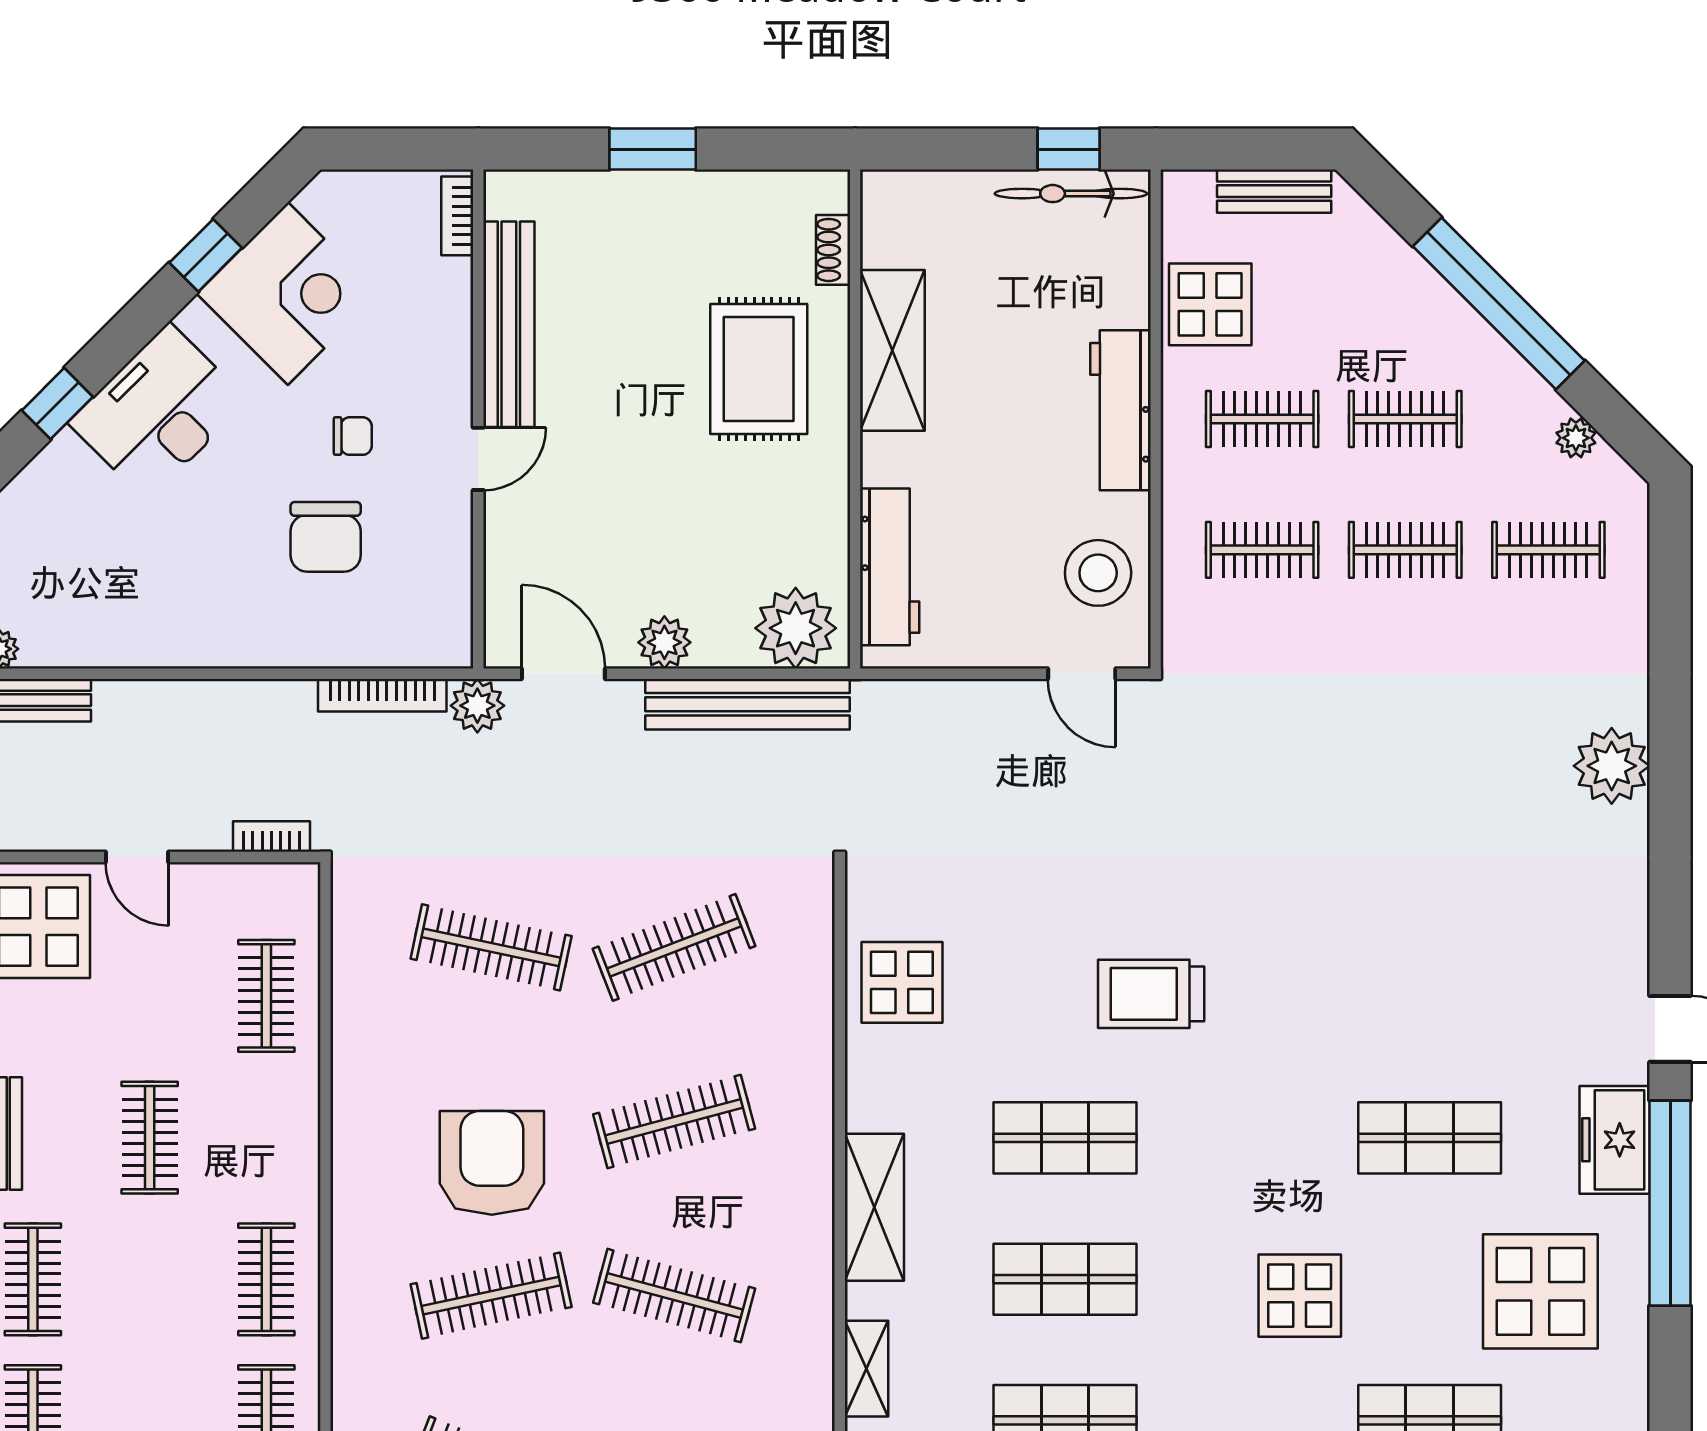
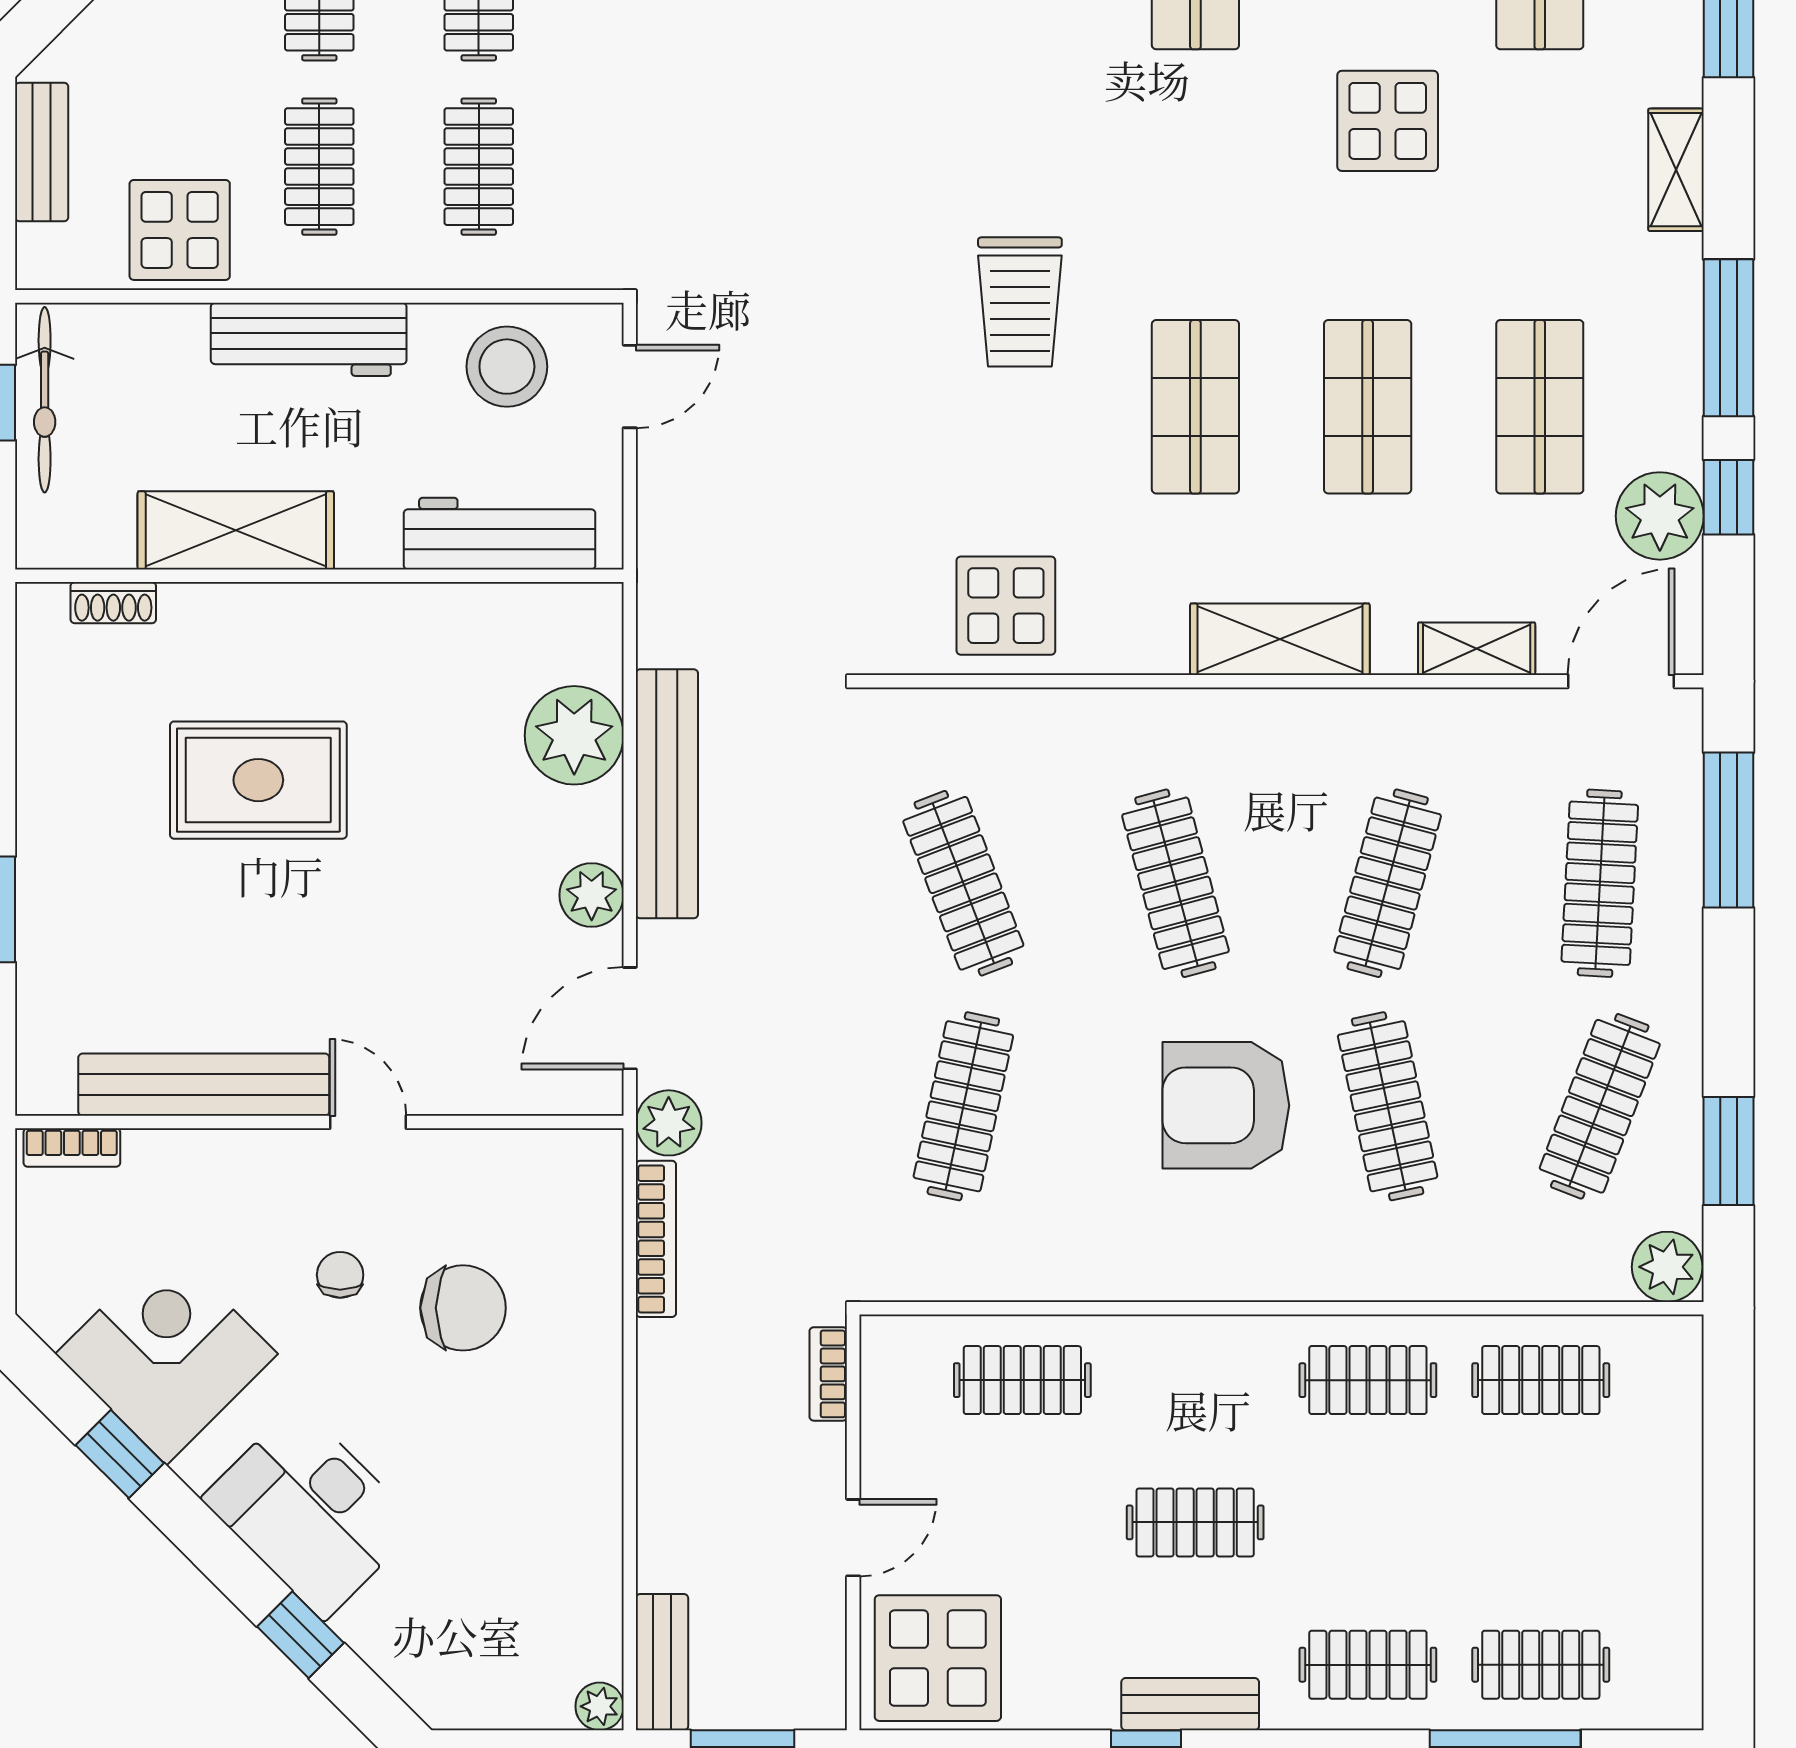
shoe rack: (833, 250) -> (113, 603), moved
shelving: (892, 350) -> (236, 530), moved
wall: (855, 419) -> (319, 576), moved
workbench: (890, 567) -> (500, 534), moved

